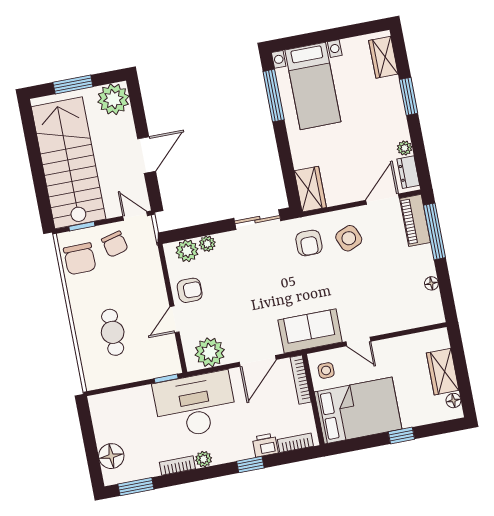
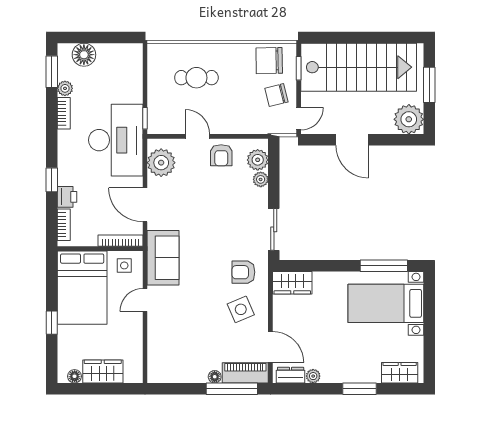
floor lamp: (431, 283) -> (215, 377), moved
plant: (204, 459) -> (65, 88), moved

